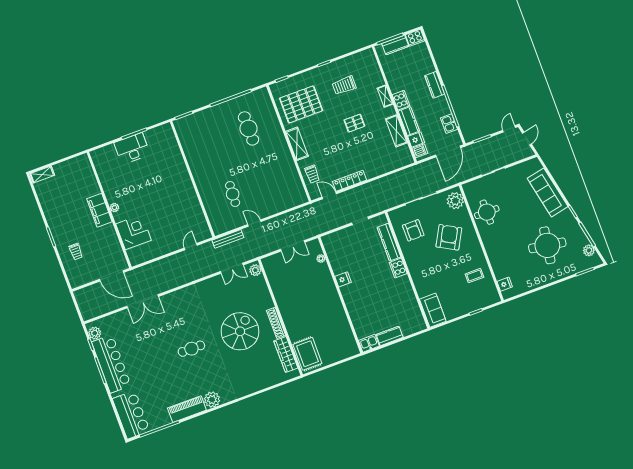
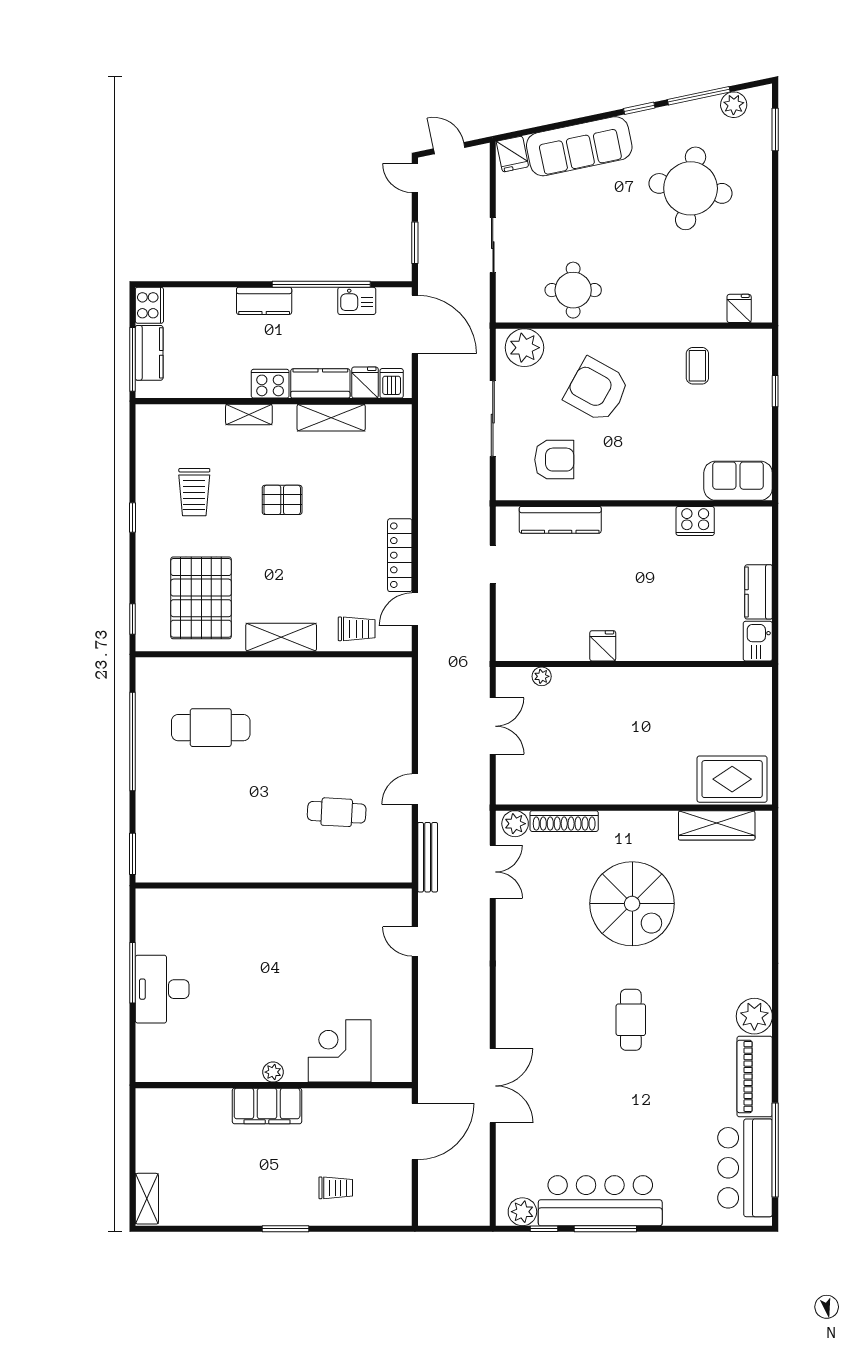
pallet: (354, 123) -> (282, 500), turned 90
fridge: (534, 166) -> (512, 154), added
cooker: (398, 268) -> (695, 521), moved
shoe rack: (276, 323) -> (564, 821), moved
spiral stairs: (240, 331) -> (632, 904), turned 180
bar counter: (131, 415) -> (745, 1168), moved, turned -90

